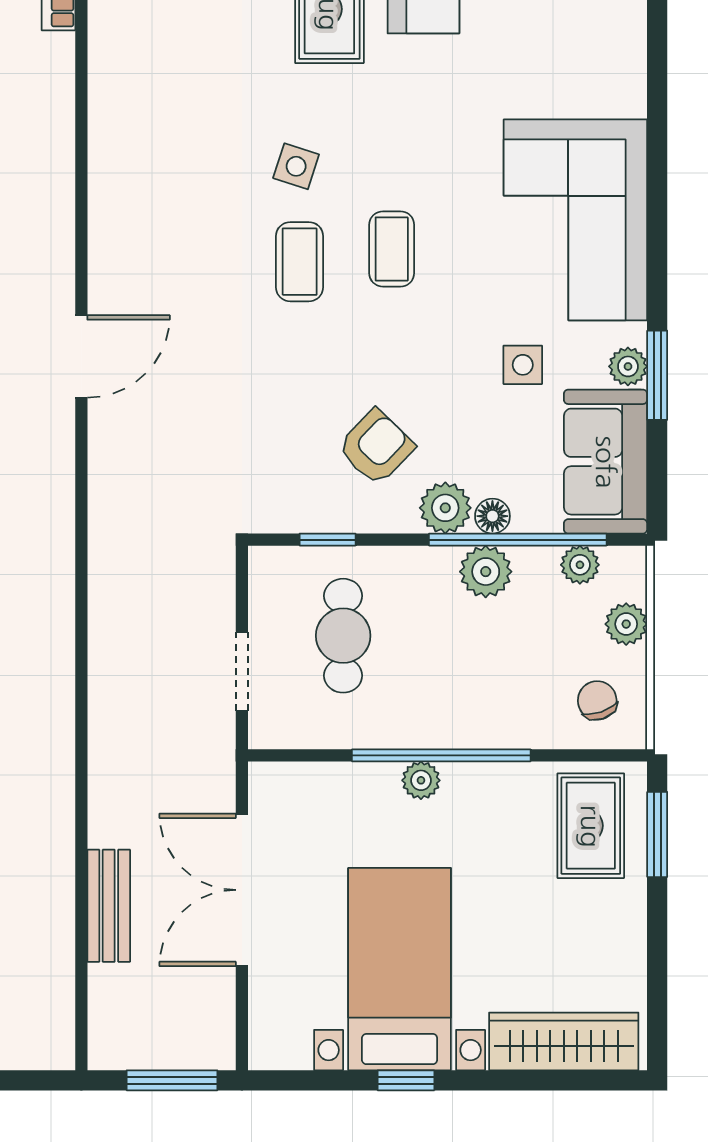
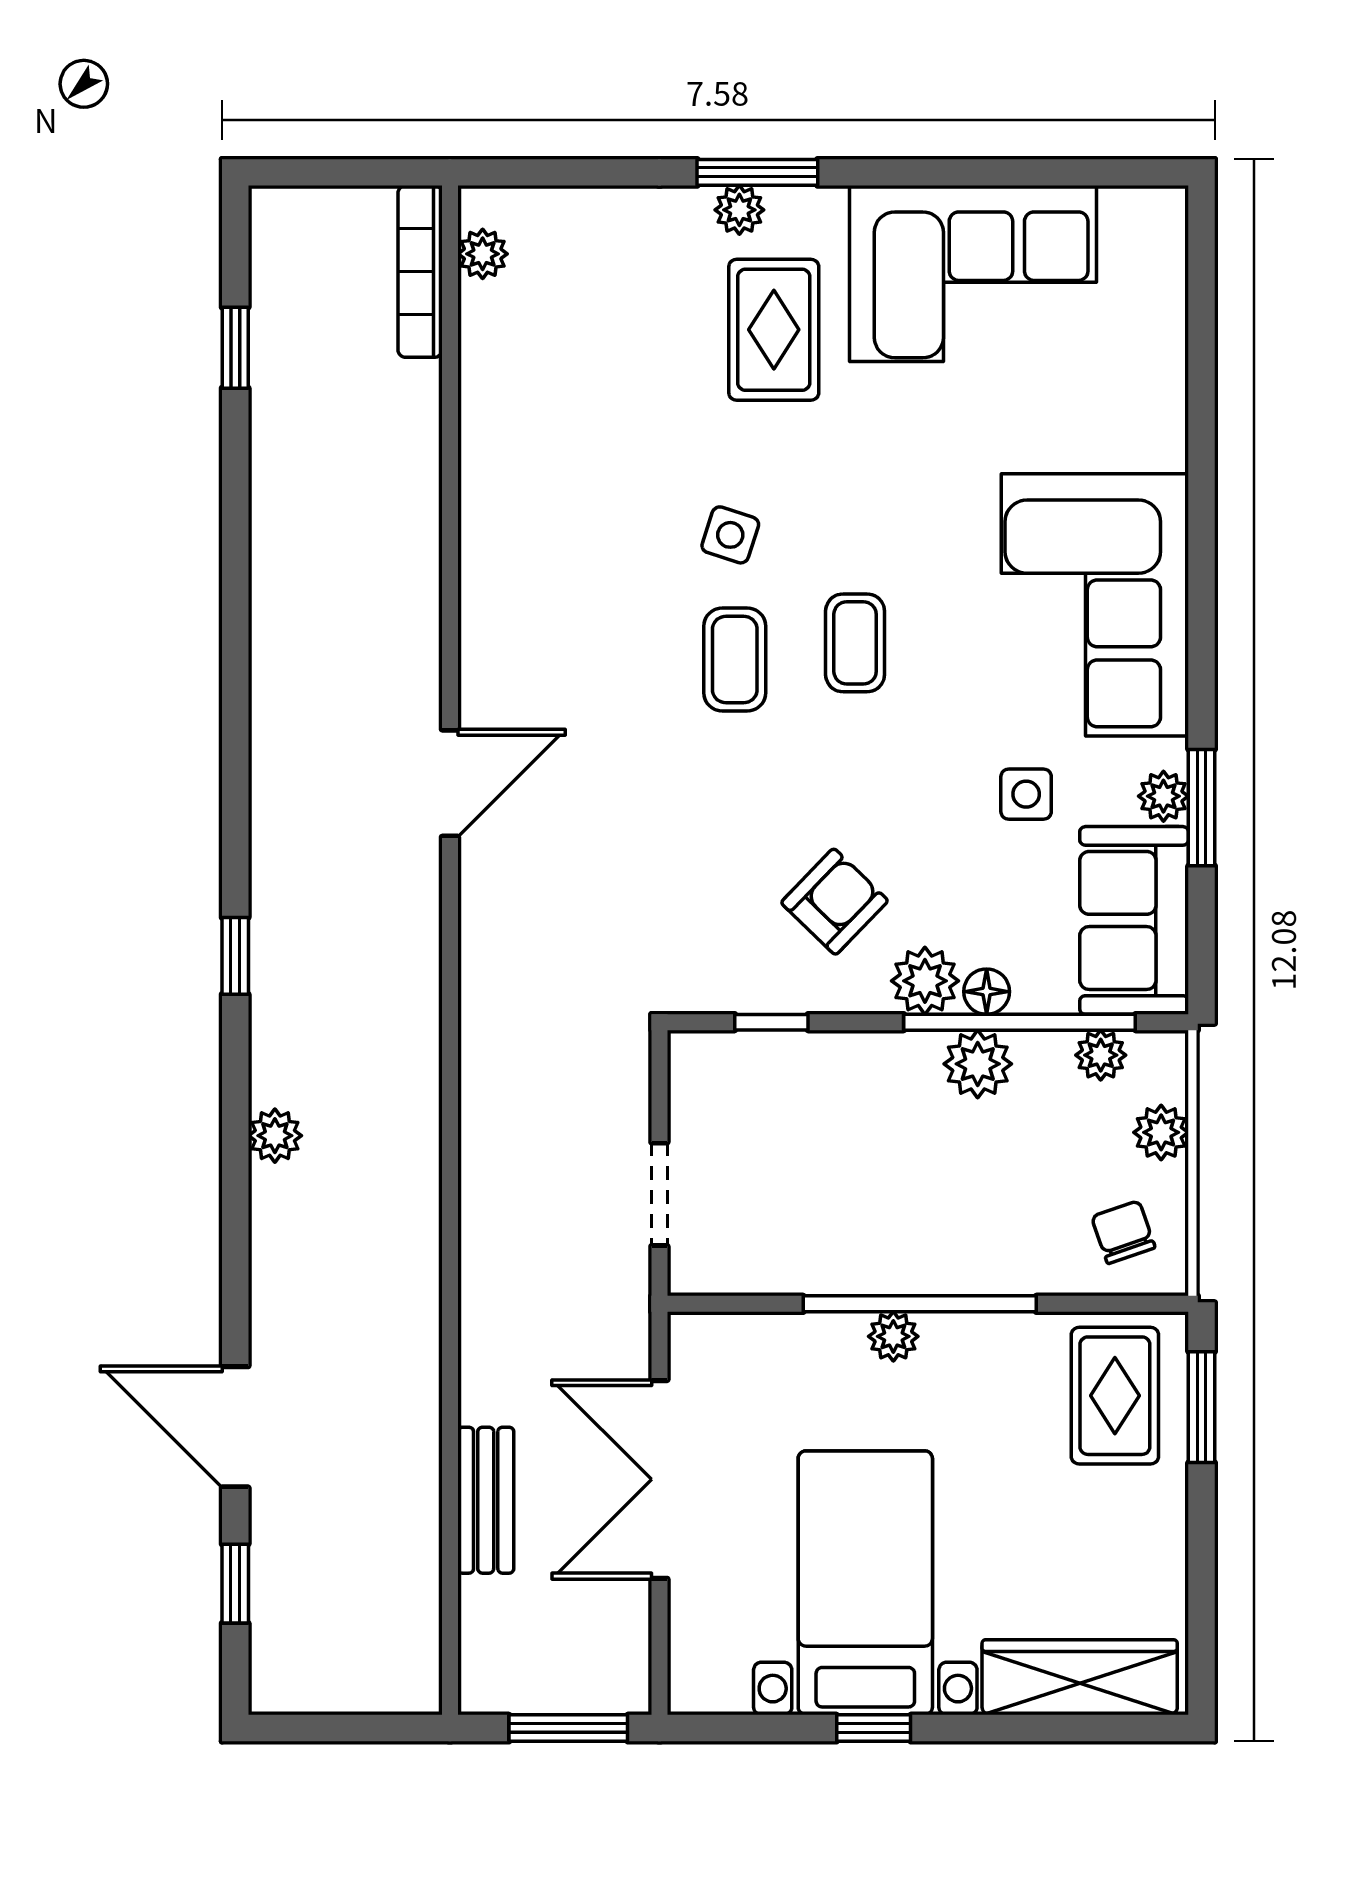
cafe table: (343, 636) -> (792, 1148), removed

